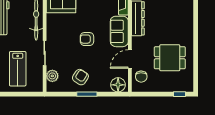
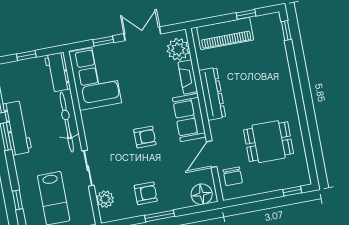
armchair: (87, 39) -> (145, 137), turned 180
armchair: (80, 77) -> (146, 193), turned 57

